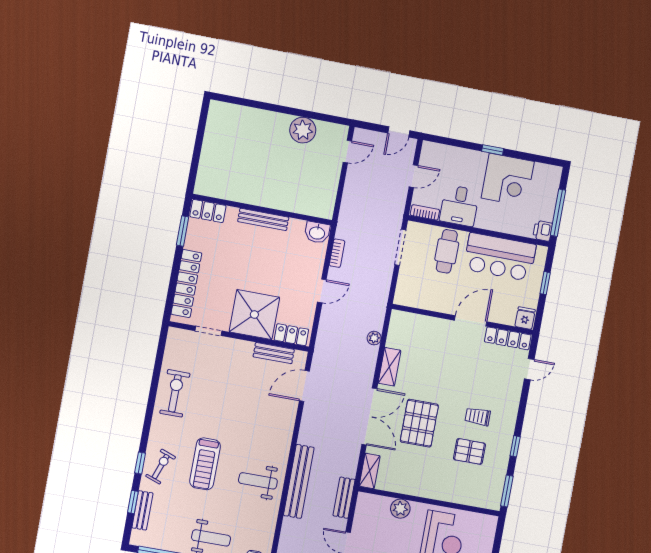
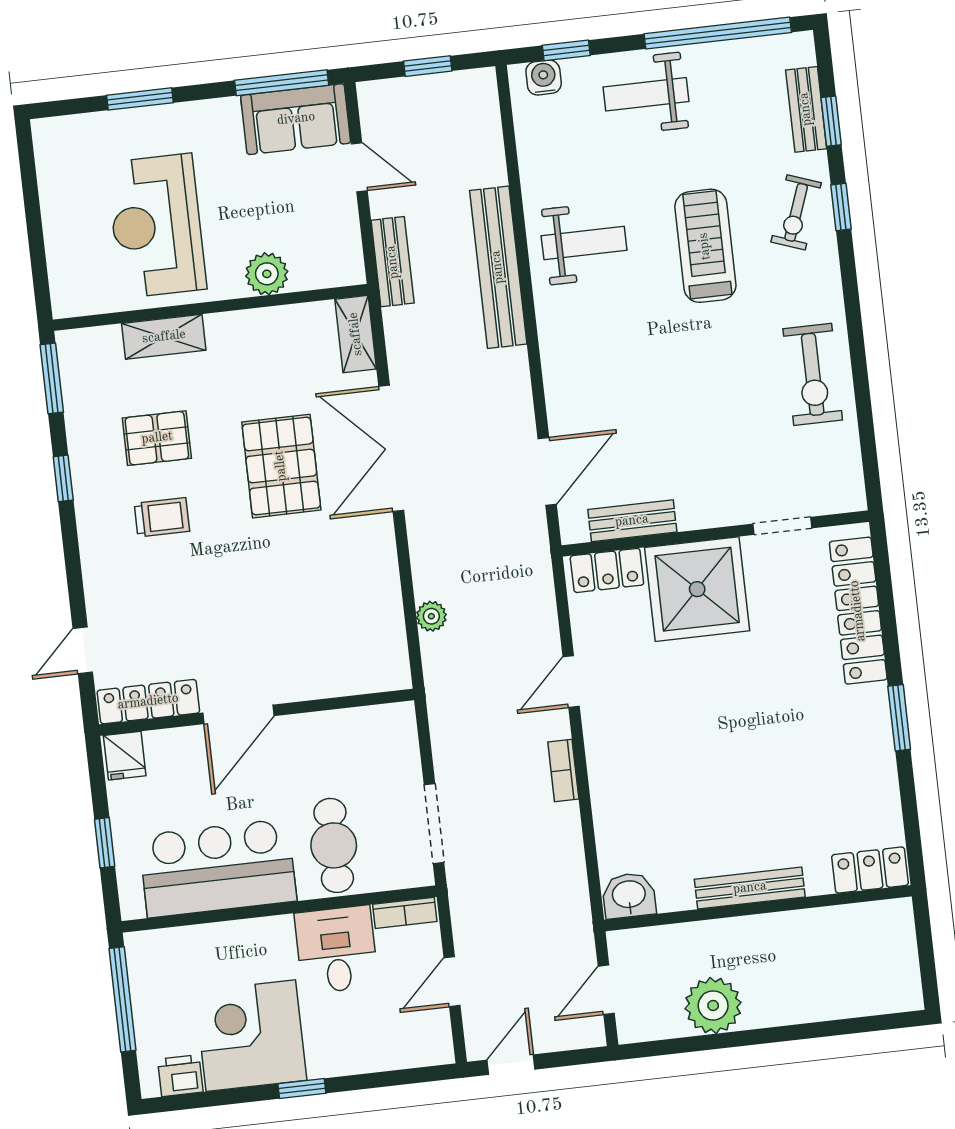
wall: (262, 210) -> (758, 908), moved
locker: (208, 211) -> (870, 870), moved
bench: (263, 219) -> (750, 888), moved
printer: (543, 231) -> (180, 1076), moved, turned -90
washbasin: (317, 233) -> (629, 895), moved
shelving: (389, 367) -> (164, 337), moved, turned 90

